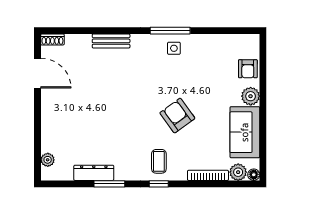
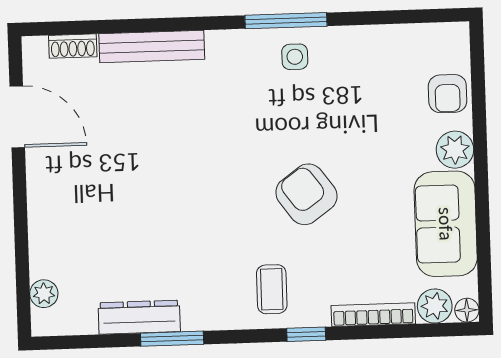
shoe rack: (52, 39) -> (73, 46), moved
bench: (111, 41) -> (152, 46), width x1.36
window: (159, 184) -> (306, 334), moved

